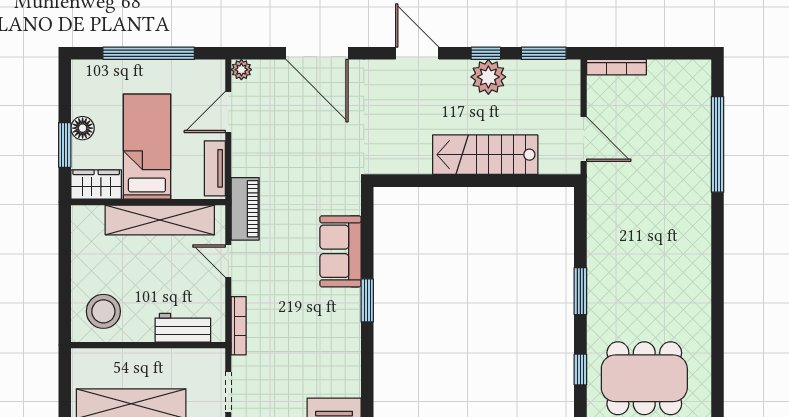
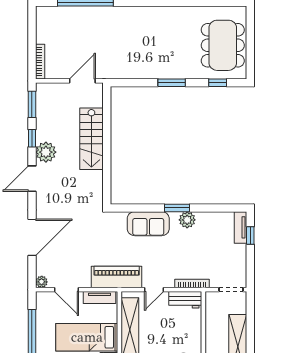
plant: (488, 77) -> (46, 152), moved
piano: (245, 209) -> (117, 277), width x1.37, depth x1.33
plant: (347, 318) -> (187, 220), added
workbench: (183, 328) -> (185, 300), moved, turned -90

